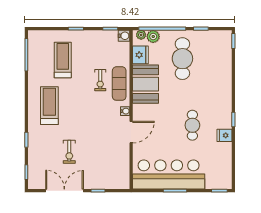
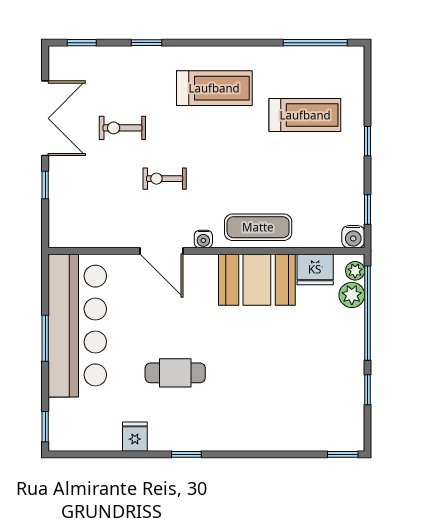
cafe table: (182, 59) -> (308, 353), removed
exercise bike: (100, 80) -> (165, 179), moved
fridge: (224, 135) -> (135, 437), moved

